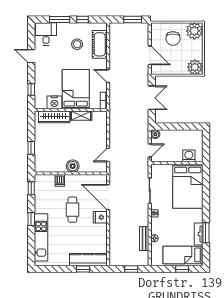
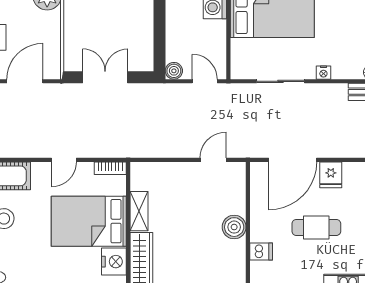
door: (108, 155) -> (213, 160), swing flipped

